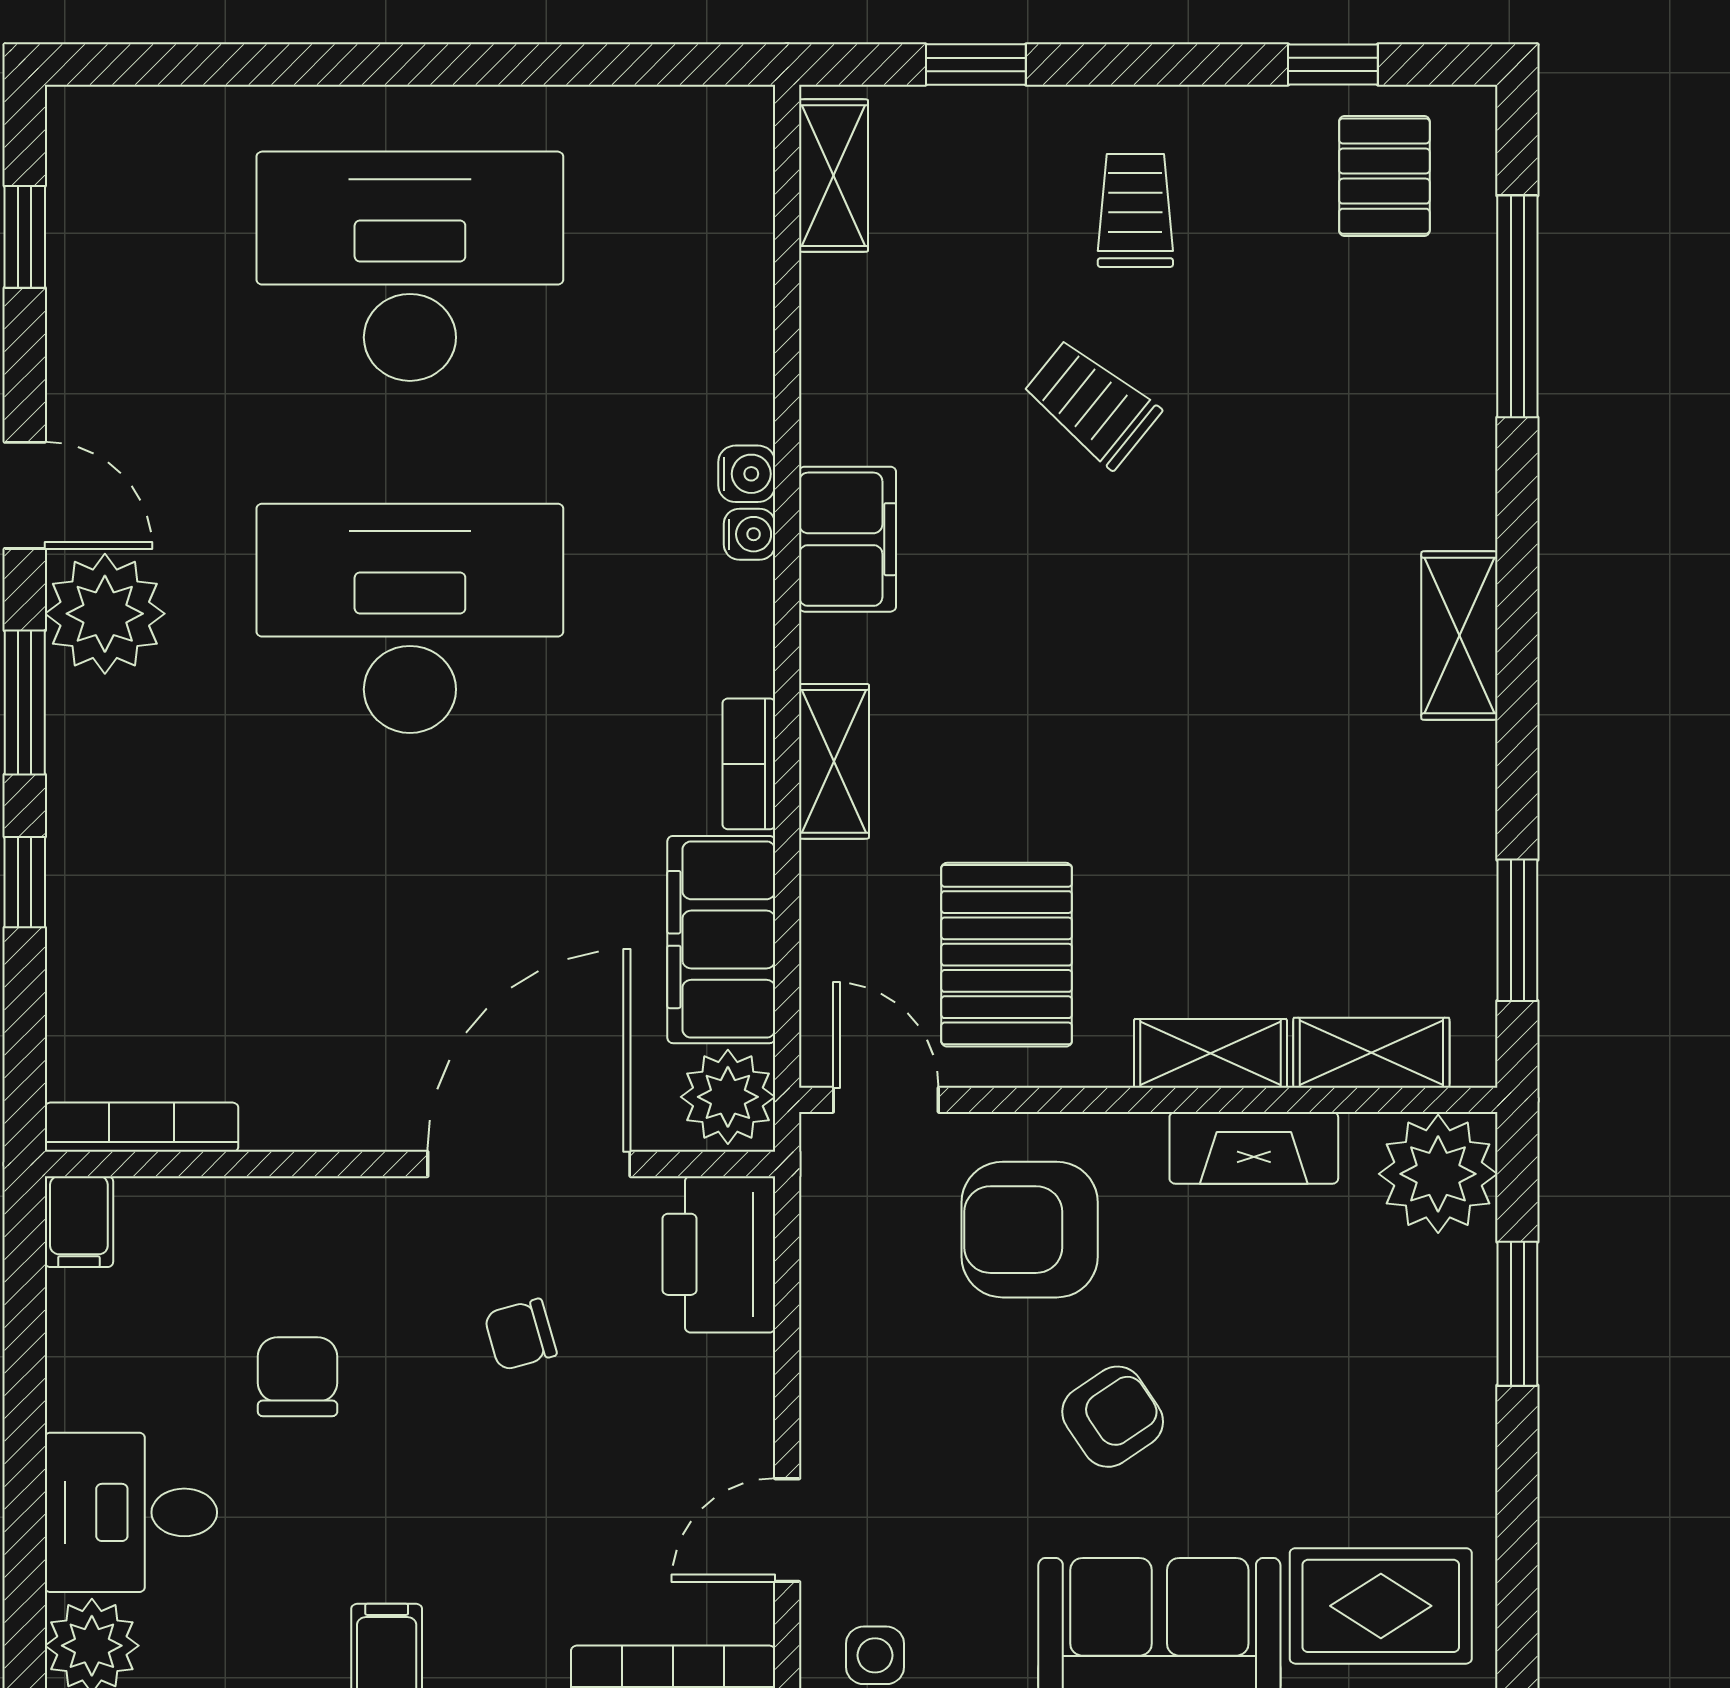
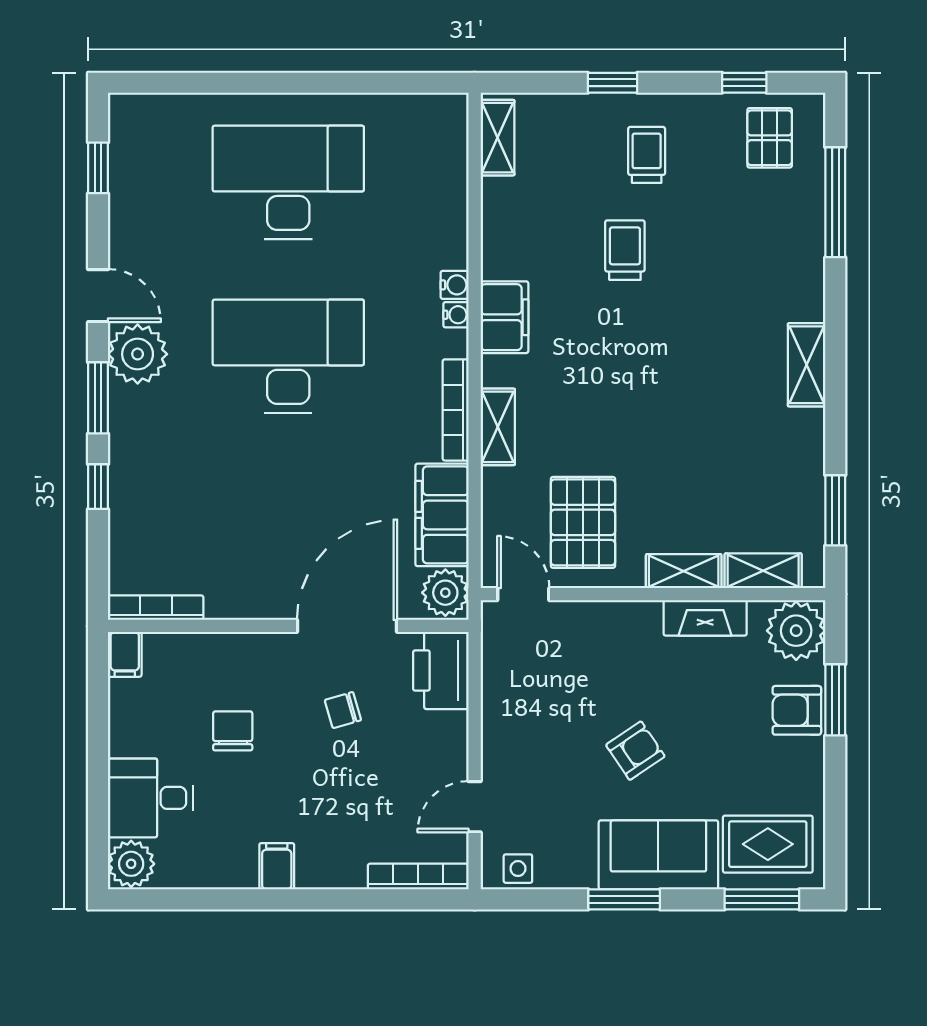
window: (976, 65) -> (613, 83), moved
trolley: (1092, 403) -> (625, 250), turned 51
bookcase: (749, 764) -> (456, 410), width x1.56
armchair: (1030, 1230) -> (797, 710), moved, width x0.72, depth x0.72

